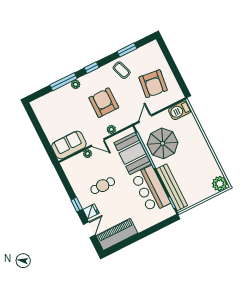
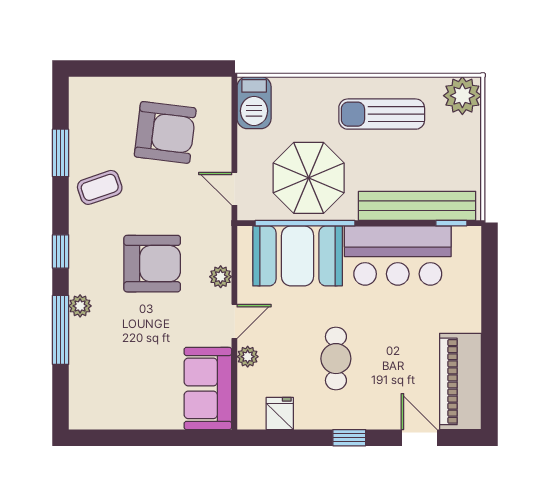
armchair: (104, 103) -> (152, 264), turned 180
sun lounger: (199, 158) -> (382, 114), added
fridge: (91, 211) -> (280, 413), moved

